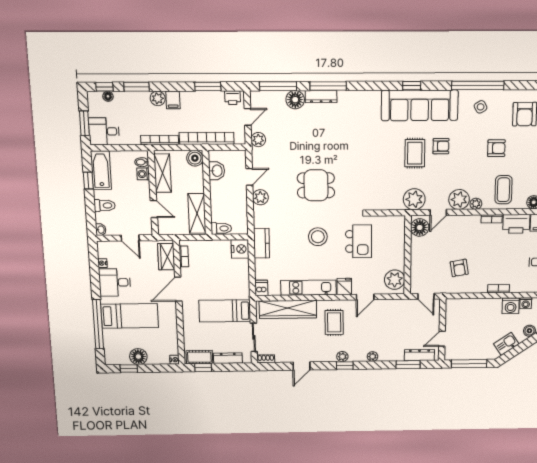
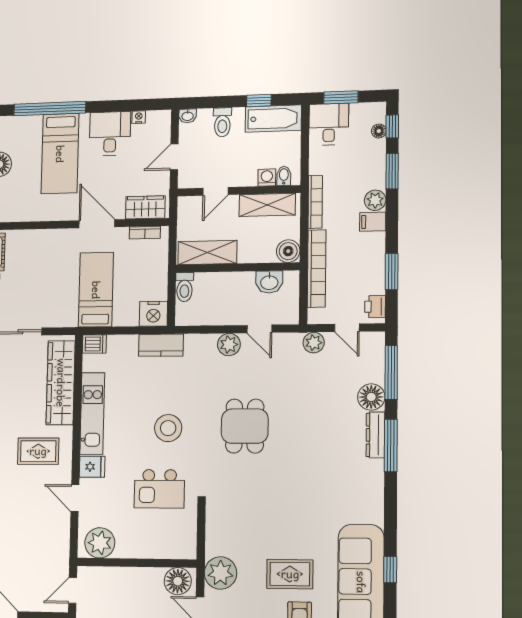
bed: (225, 311) -> (96, 290), moved

